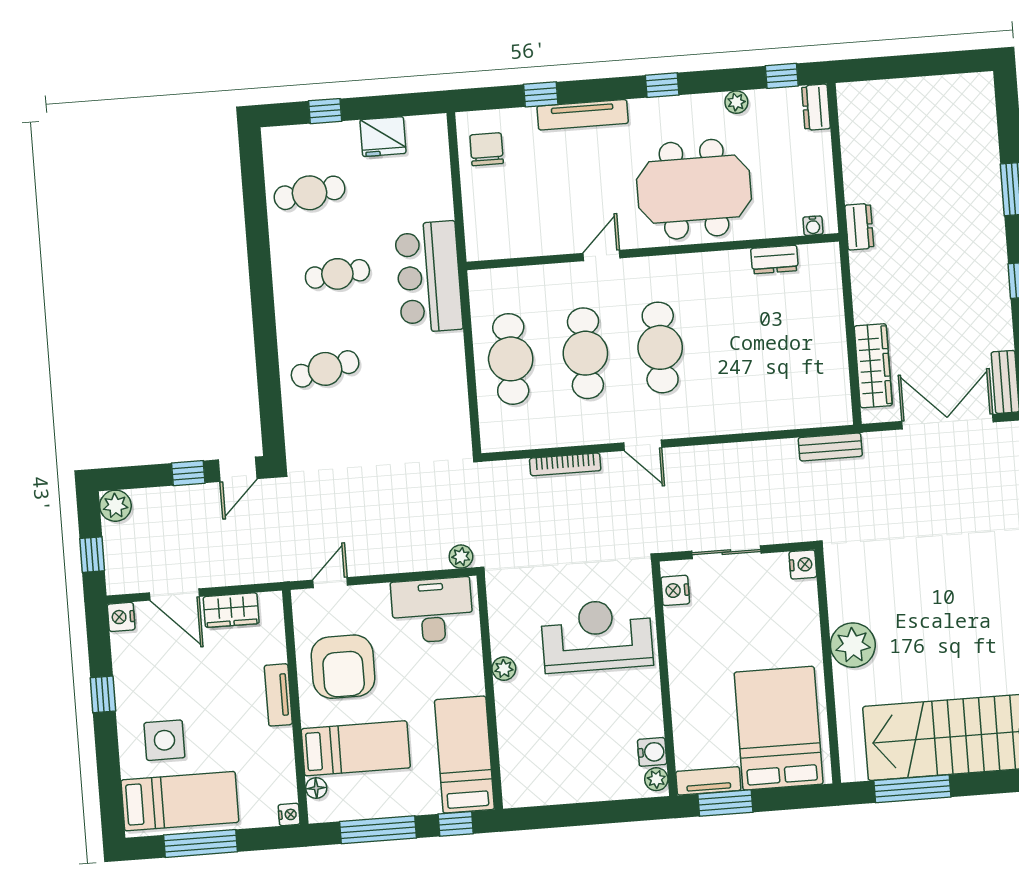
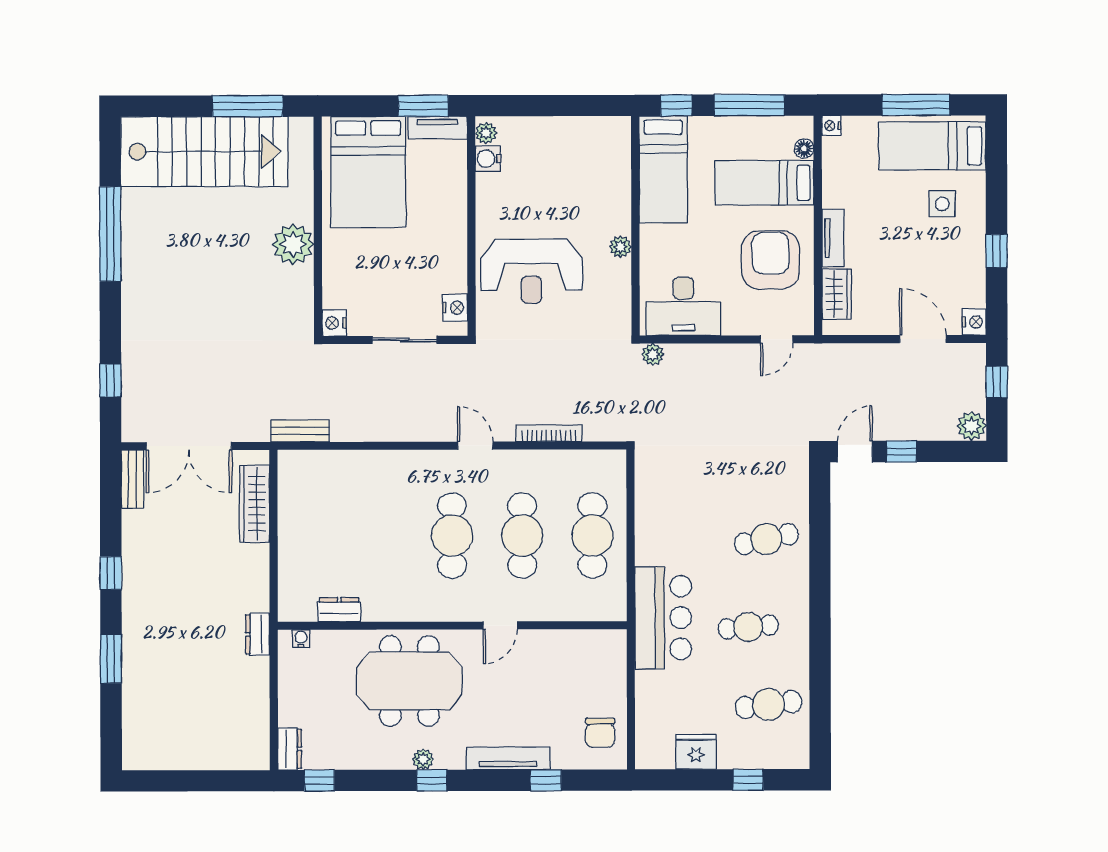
plant: (736, 102) -> (423, 759), moved
wardrobe: (231, 610) -> (837, 294), moved, turned 90
side table: (164, 740) -> (942, 204), width x0.73, depth x0.73

